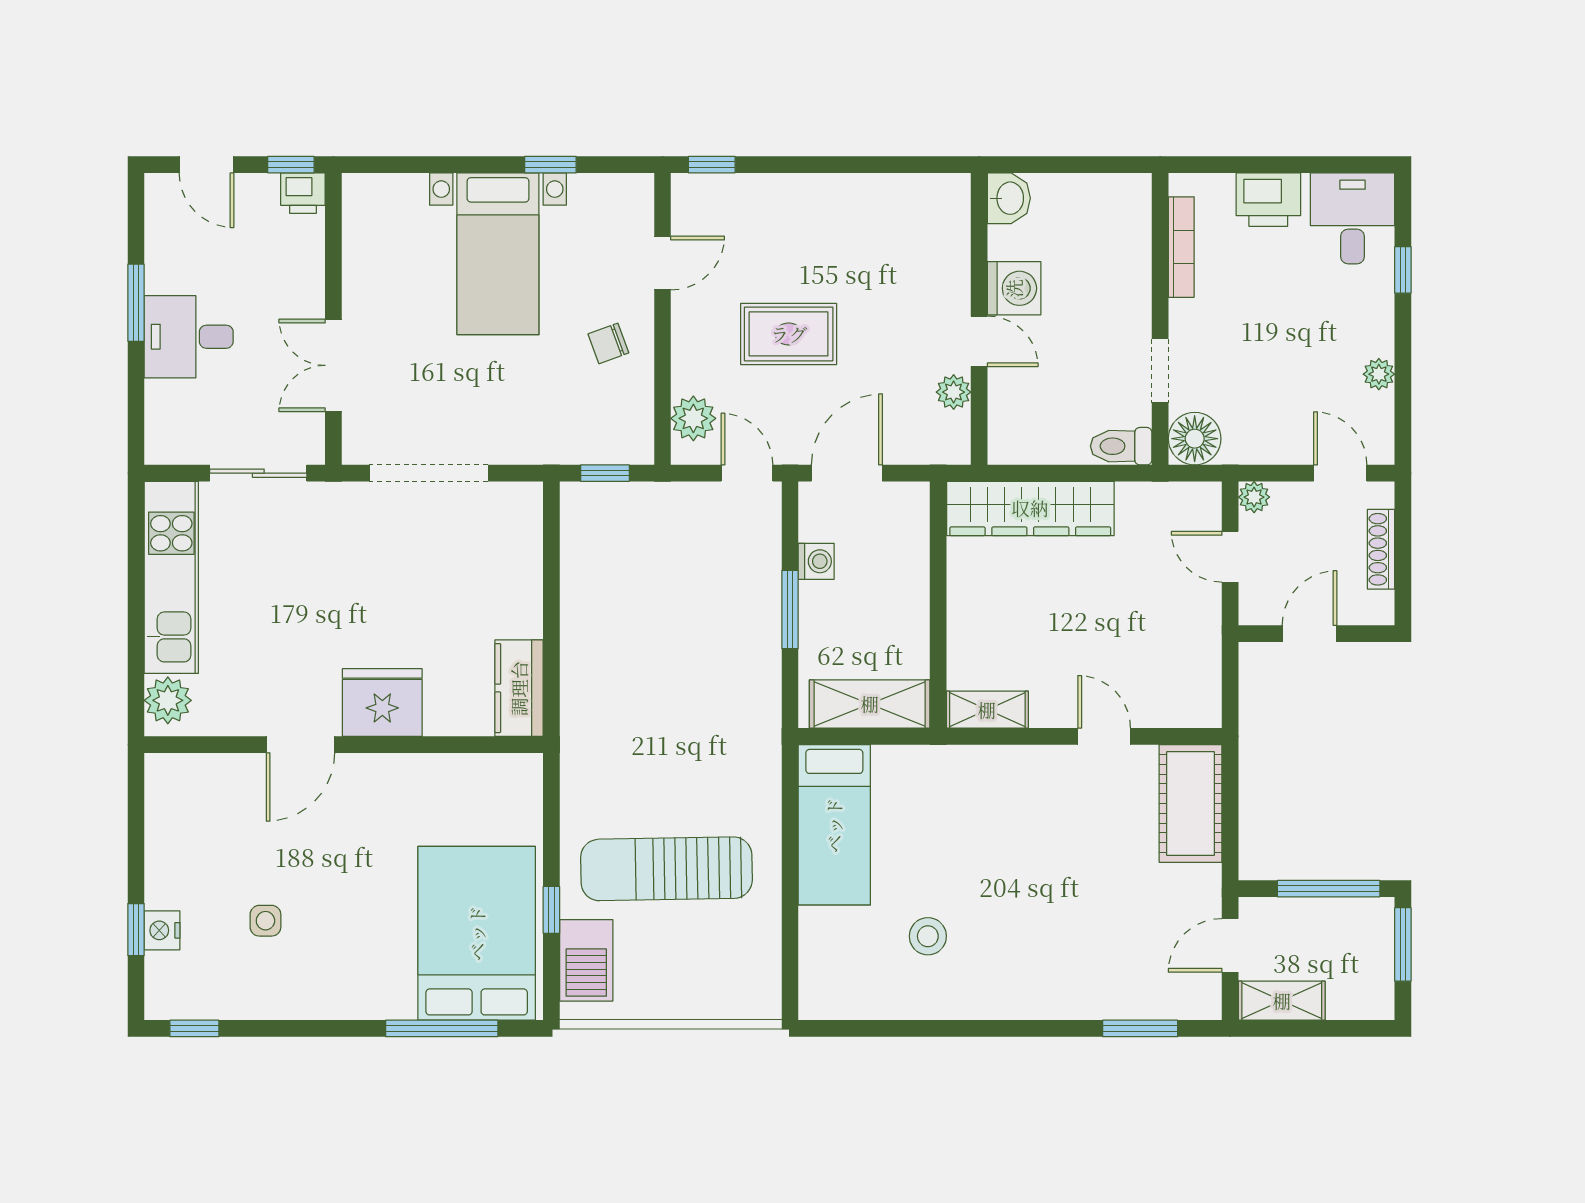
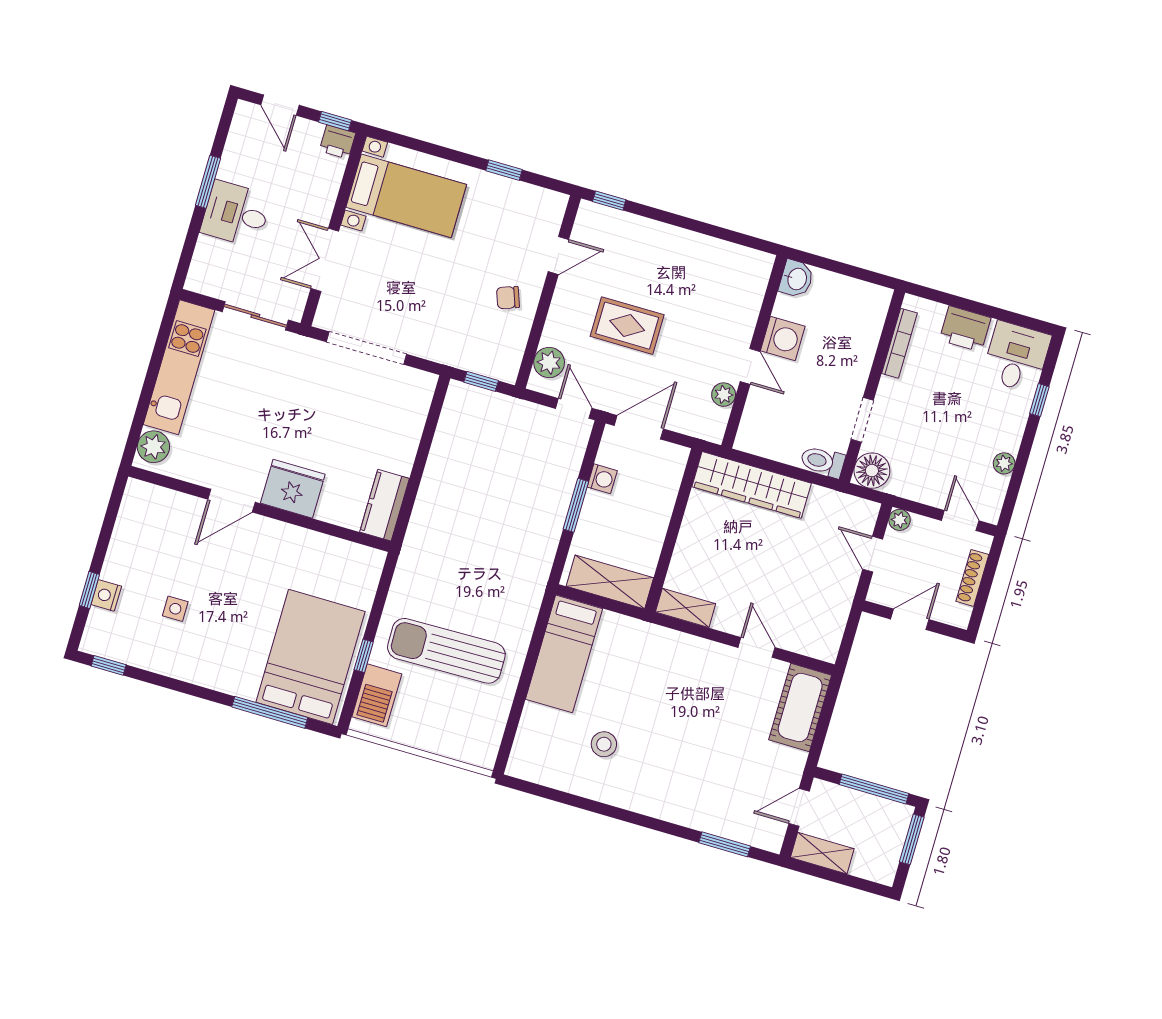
bed with nightstands: (498, 254) -> (406, 196), moved, turned -90

